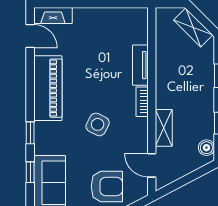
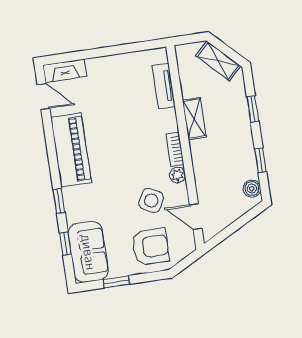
tv unit: (140, 65) -> (164, 86), moved
side table: (98, 124) -> (151, 200), moved
plant: (141, 125) -> (177, 175), added
shelving: (164, 128) -> (194, 119), moved

